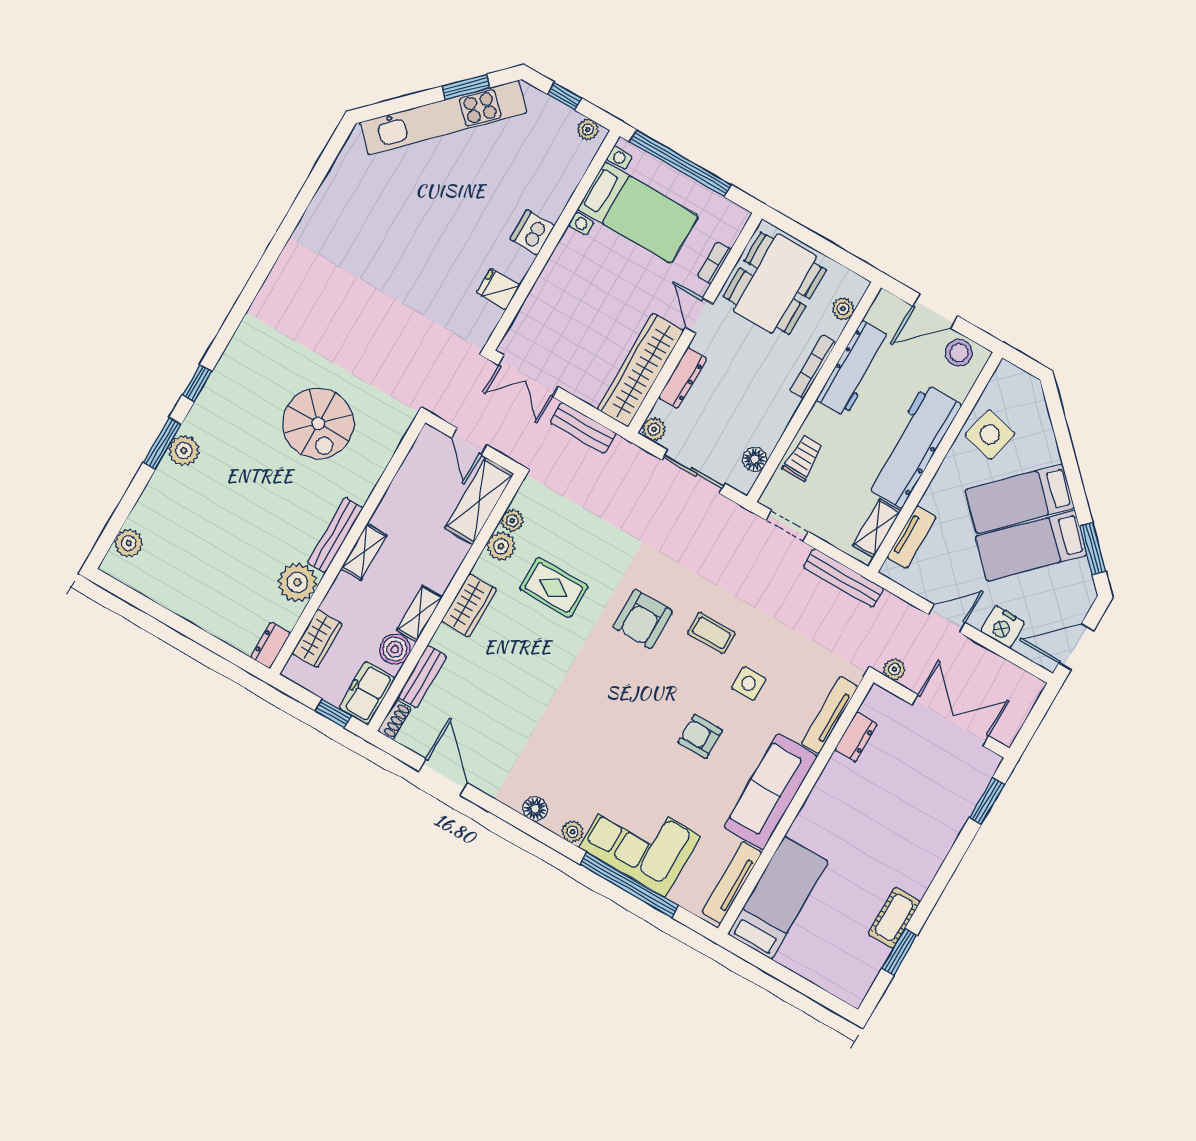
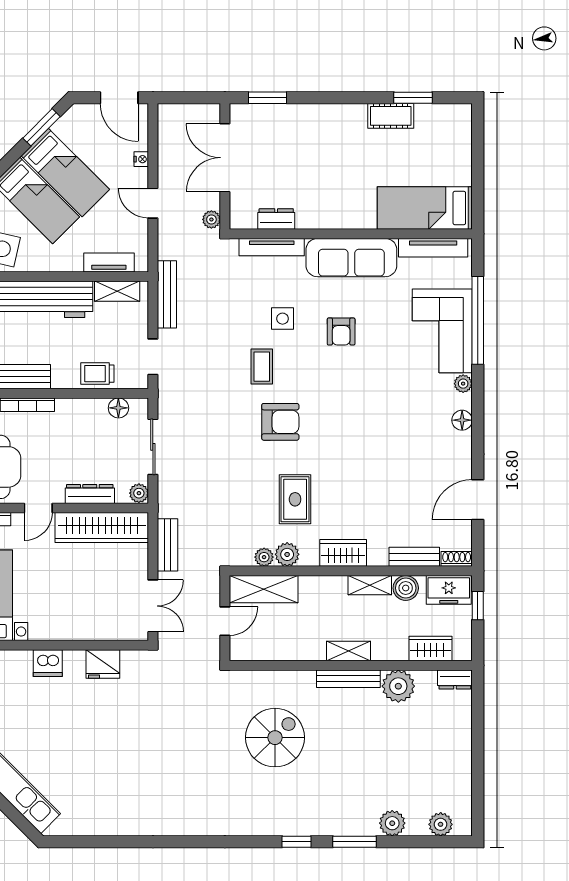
fridge: (498, 289) -> (103, 664), width x1.38
plant: (184, 451) -> (392, 823), moved
nightstand: (1003, 627) -> (141, 159), width x0.53, depth x0.56

